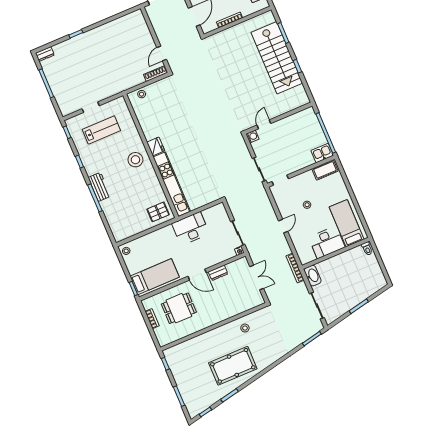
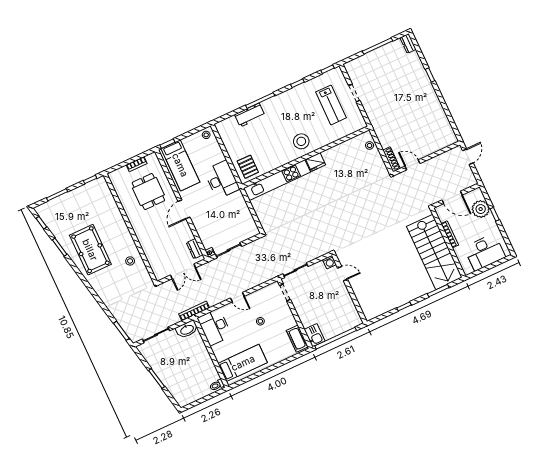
stairs: (277, 58) -> (434, 252), moved, turned -90
workbench: (99, 187) -> (250, 115), moved
desk: (191, 229) -> (222, 180), moved
desk: (327, 242) -> (215, 327), moved
dresser: (218, 273) -> (195, 249), moved

